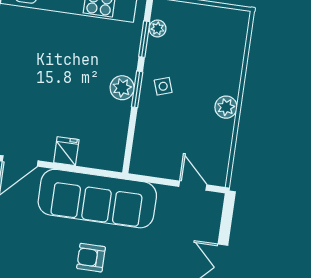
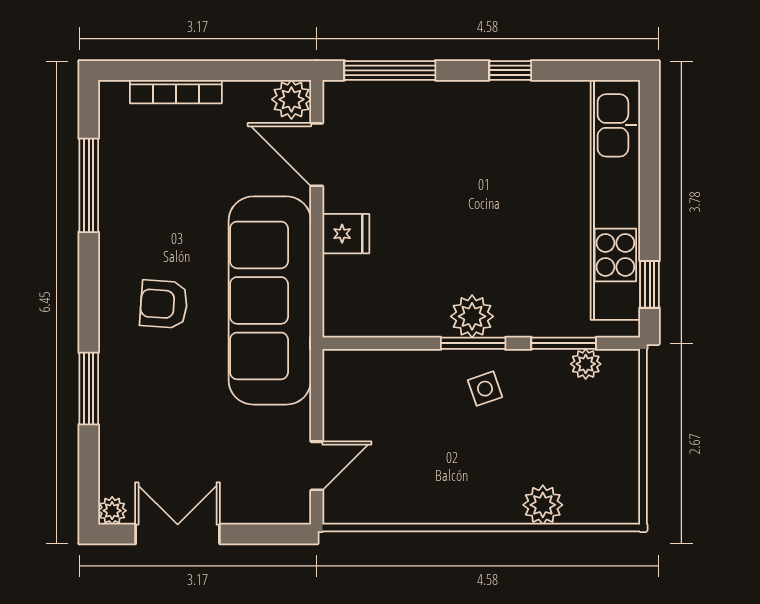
plant: (226, 107) -> (543, 505), moved
armchair: (91, 258) -> (164, 304), turned -86

